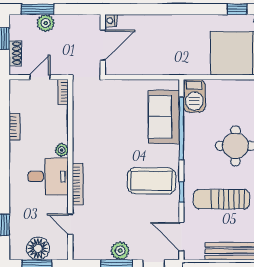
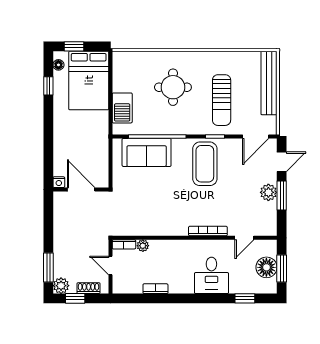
nightstand: (111, 21) -> (59, 182), moved
plant: (46, 23) -> (61, 286), moved
door: (103, 45) -> (81, 189), moved
wall: (103, 45) -> (81, 189), moved
barbecue: (194, 96) -> (122, 108), moved, turned 90
plant: (62, 150) -> (143, 246), moved
desk: (48, 176) -> (211, 275), moved, turned 180

